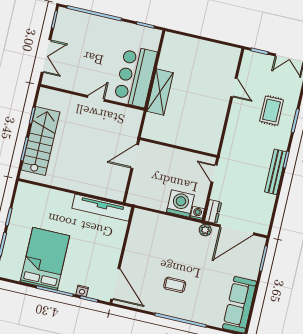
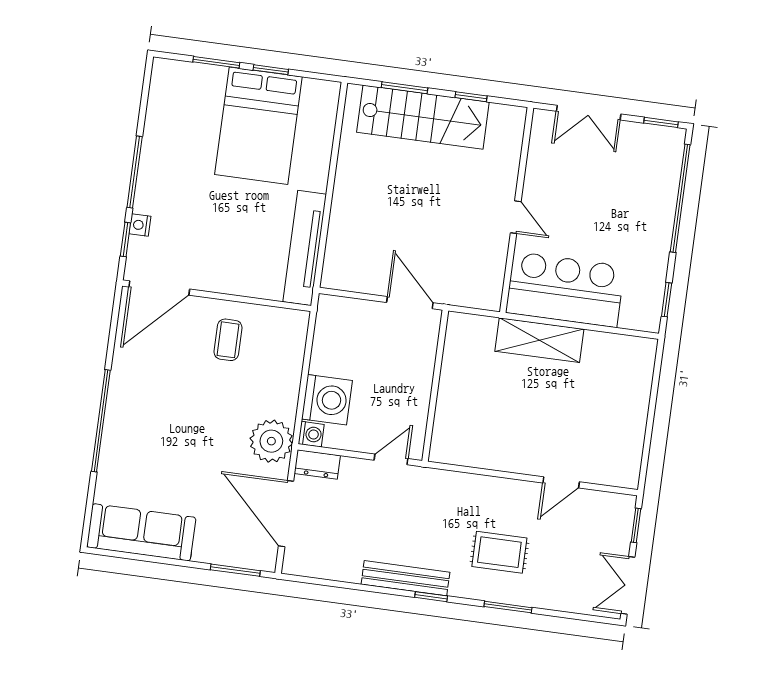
rug: (272, 111) -> (499, 552), moved
plant: (205, 230) -> (271, 441), width x1.87, depth x1.87
bed: (45, 259) -> (258, 126), moved, turned 90
coffee table: (175, 285) -> (228, 340), moved

